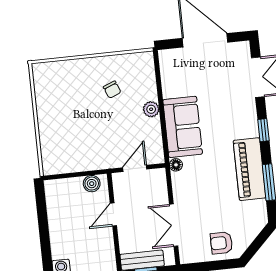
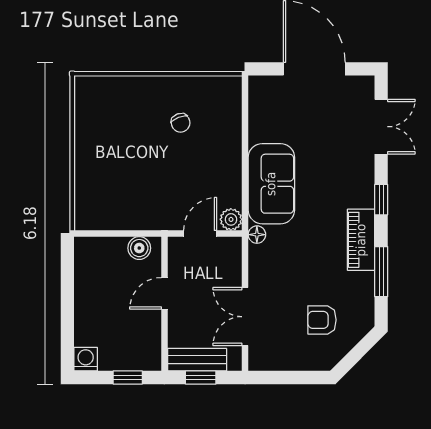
plant: (151, 109) -> (231, 219), moved
piano: (249, 169) -> (361, 240), width x0.73, depth x0.75
armchair: (221, 243) -> (322, 320), moved

